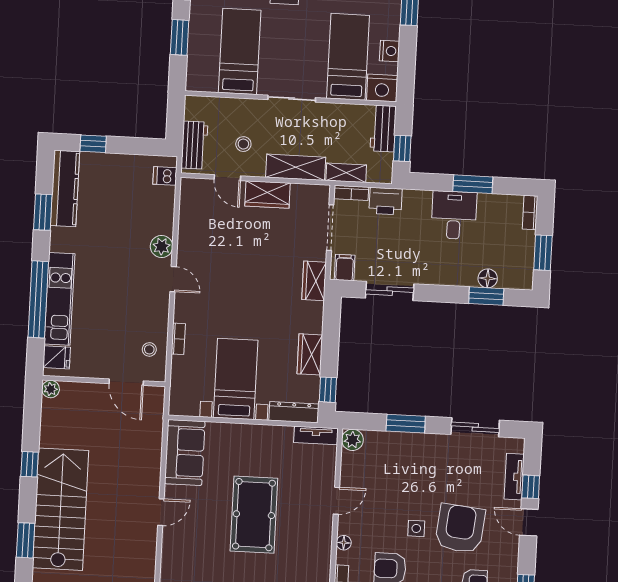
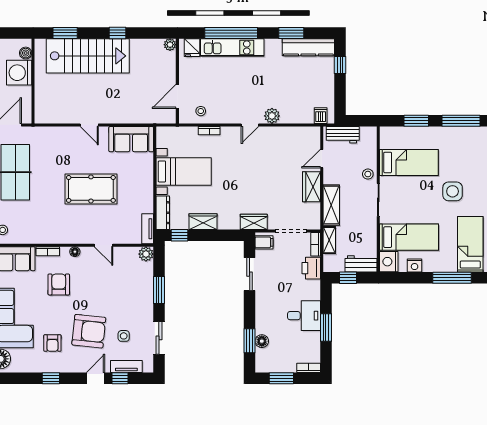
stool: (243, 144) -> (368, 174), moved
side table: (416, 528) -> (124, 336), moved

